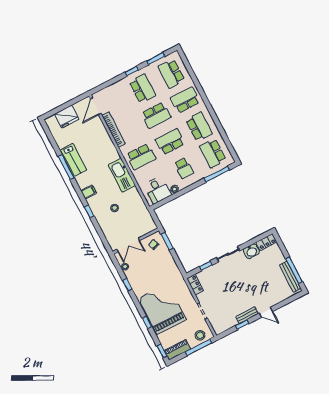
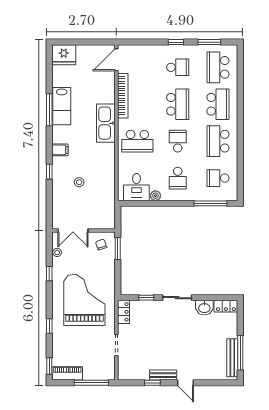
school desk: (142, 89) -> (178, 67), width x0.54
school desk: (185, 100) -> (218, 104), turned 90
school desk: (156, 115) -> (178, 104), turned -90
fridge: (67, 117) -> (64, 55), moved
school desk: (199, 127) -> (218, 141), turned 180
school desk: (170, 142) -> (178, 141), width x0.54
school desk: (213, 153) -> (218, 178), width x0.54
kitchen sink: (122, 175) -> (106, 123), moved
grand piano: (162, 309) -> (84, 300), moved
stool: (200, 335) -> (100, 371), removed

